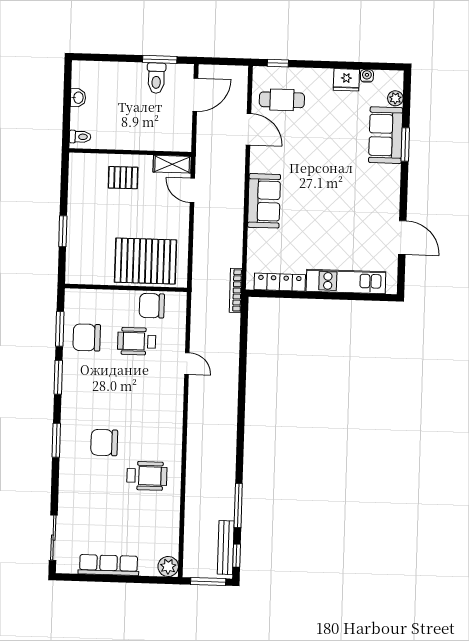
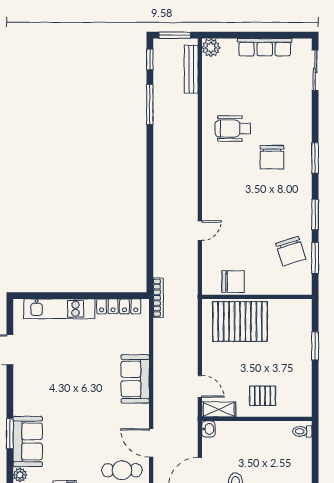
washbasin: (78, 98) -> (208, 429), moved, turned 180
chair: (87, 337) -> (291, 251), turned 72
wheelchair: (137, 341) -> (246, 249), removed
door: (187, 364) -> (200, 231), swing flipped
chair: (104, 443) -> (272, 157), turned 90
bench: (226, 548) -> (191, 69), moved

